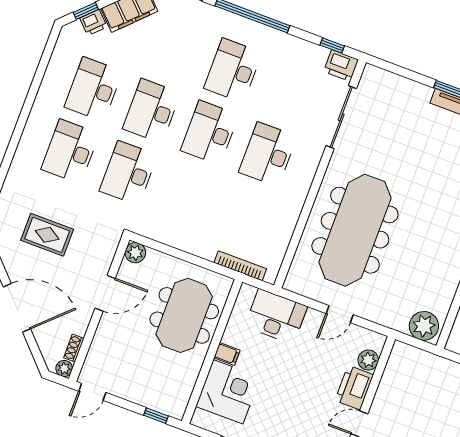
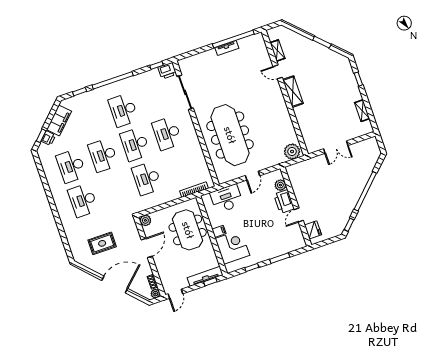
desk: (128, 173) -> (147, 178), moved
tv unit: (155, 402) -> (205, 276), added

